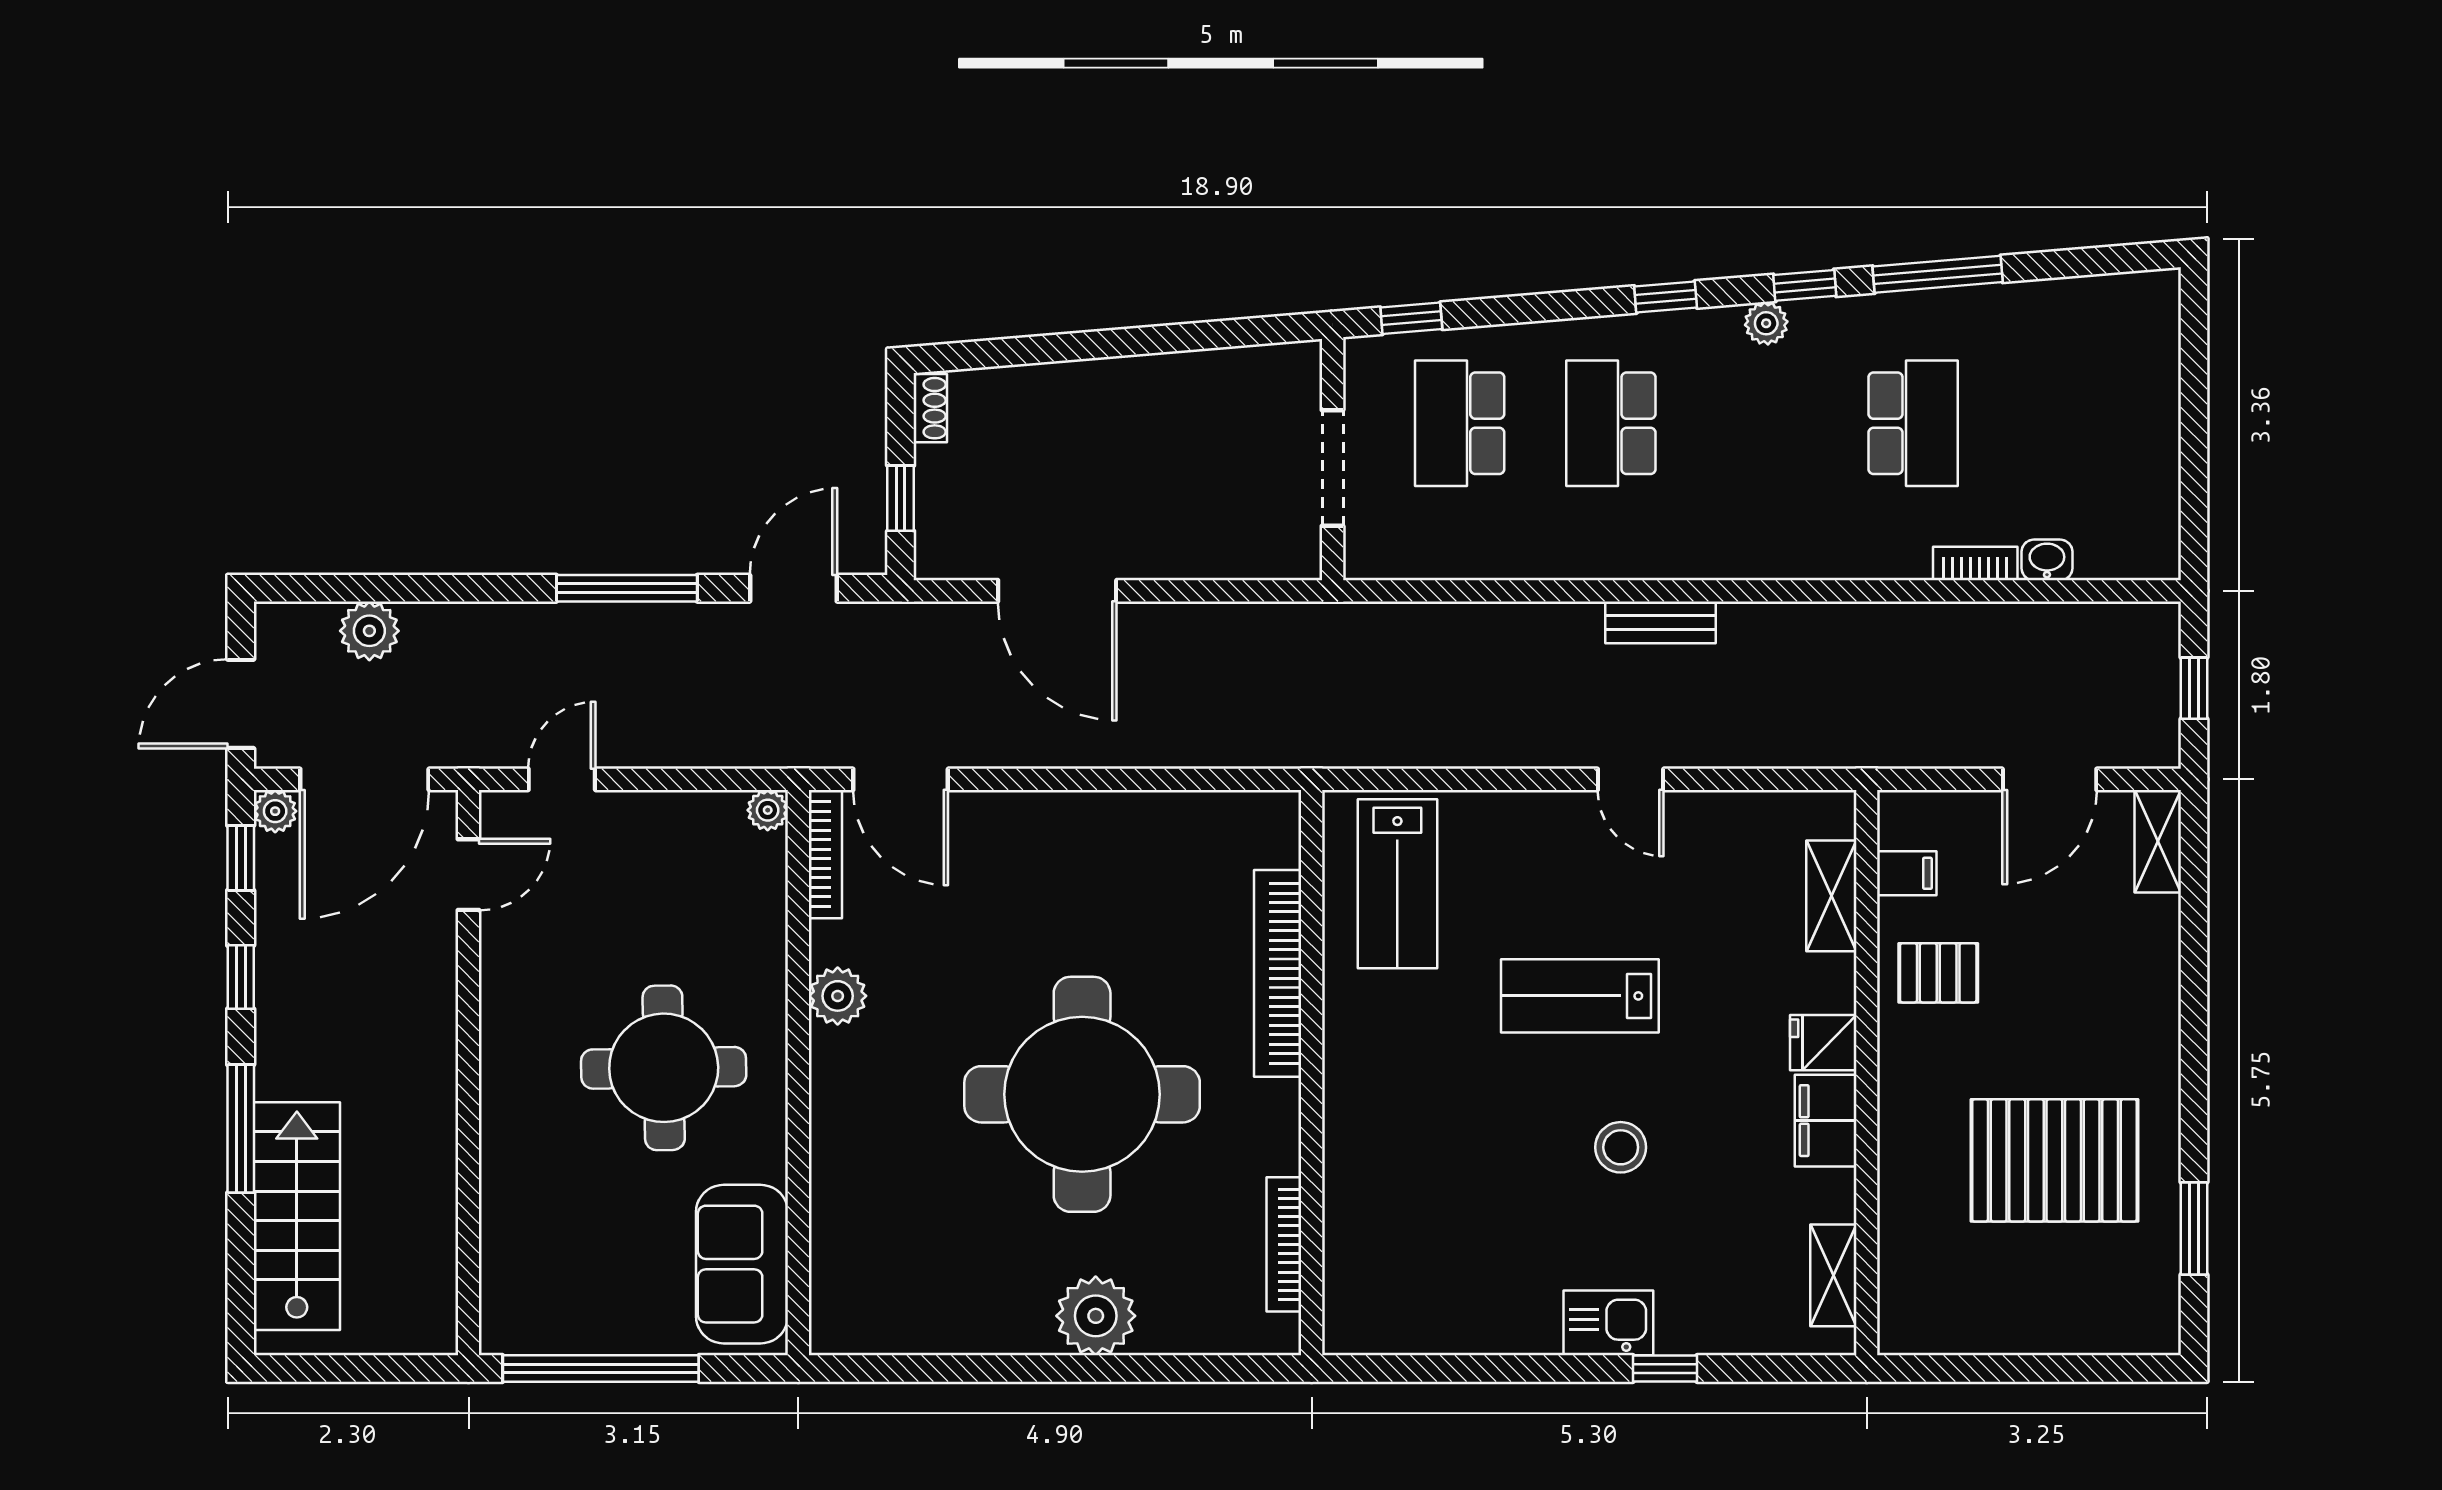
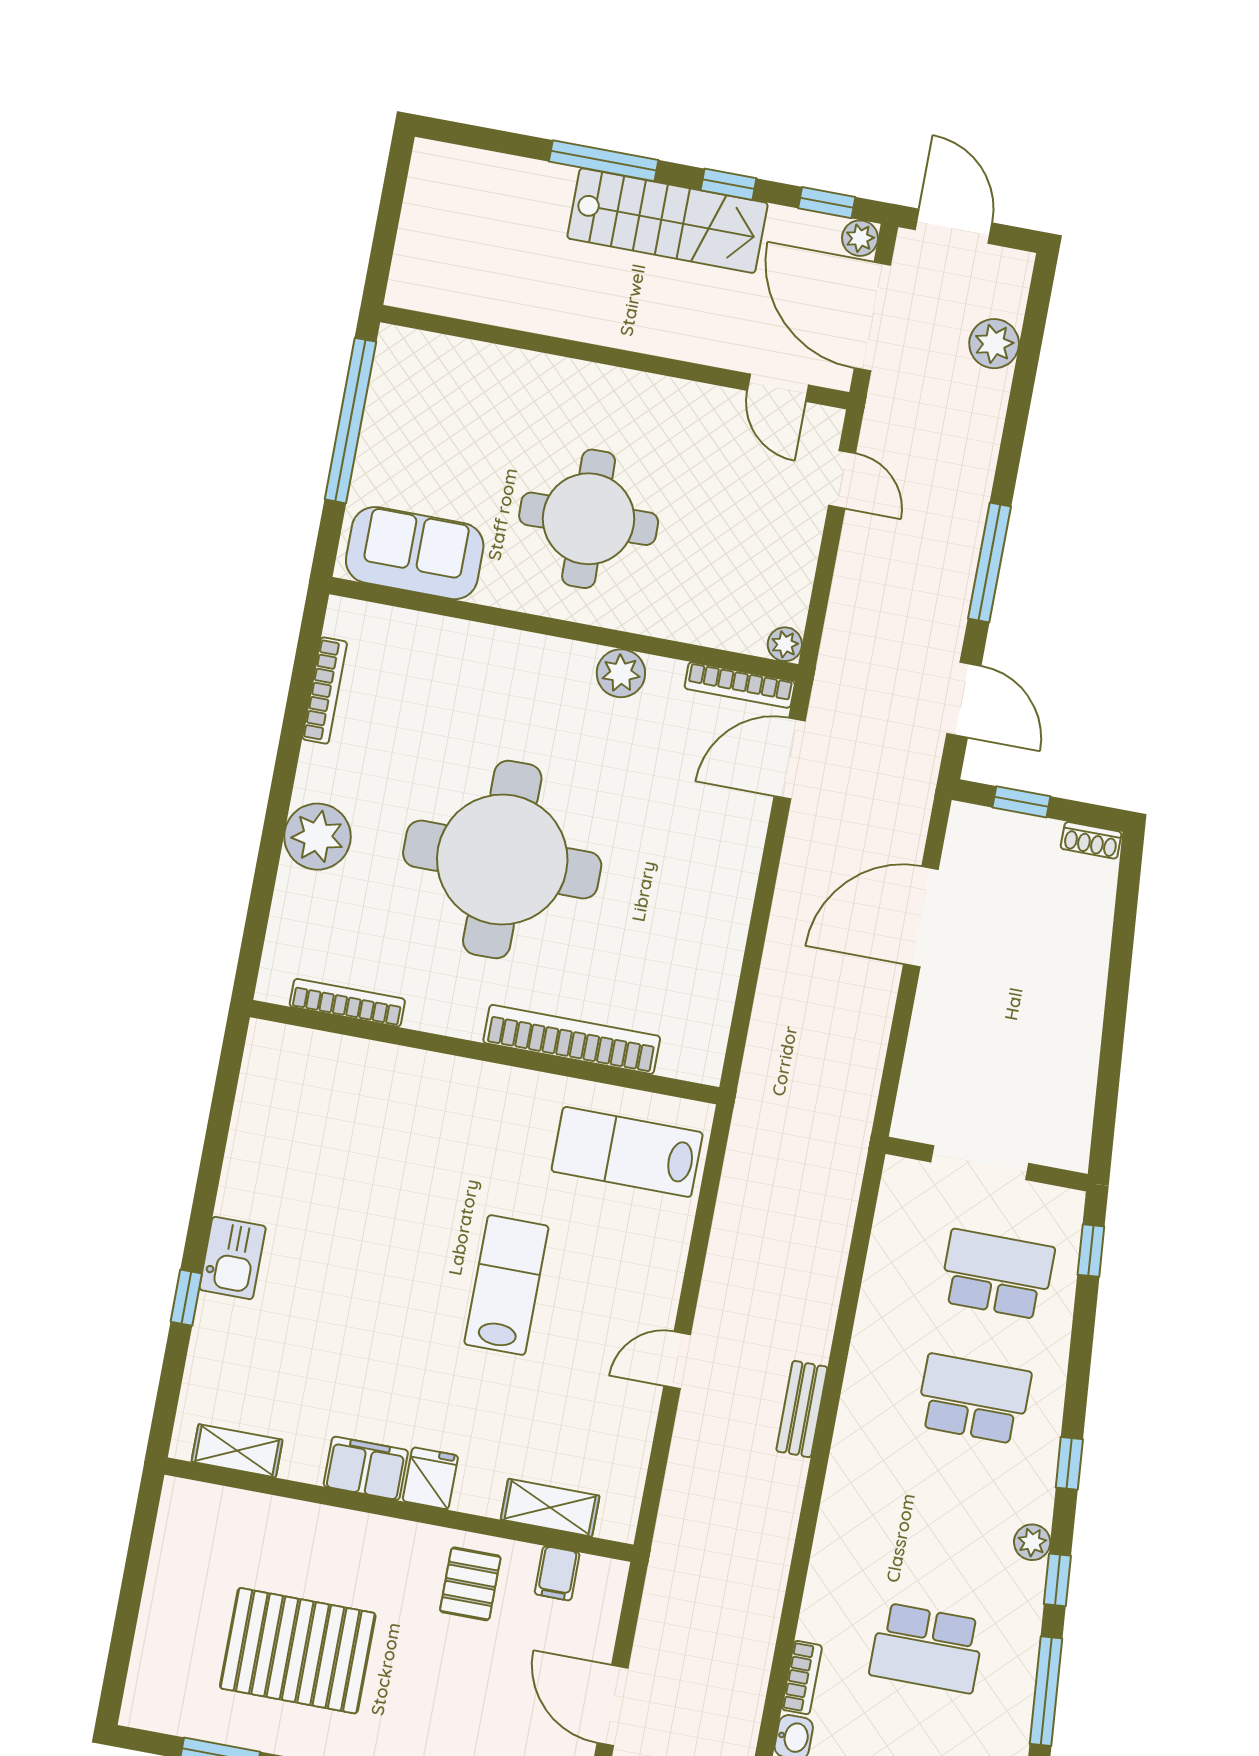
stool: (1621, 1147) -> (375, 1295), removed
pallet: (2054, 1160) -> (298, 1651), turned 90
stairs: (297, 1216) -> (667, 221), moved
bookcase: (923, 1339) -> (325, 691), added

